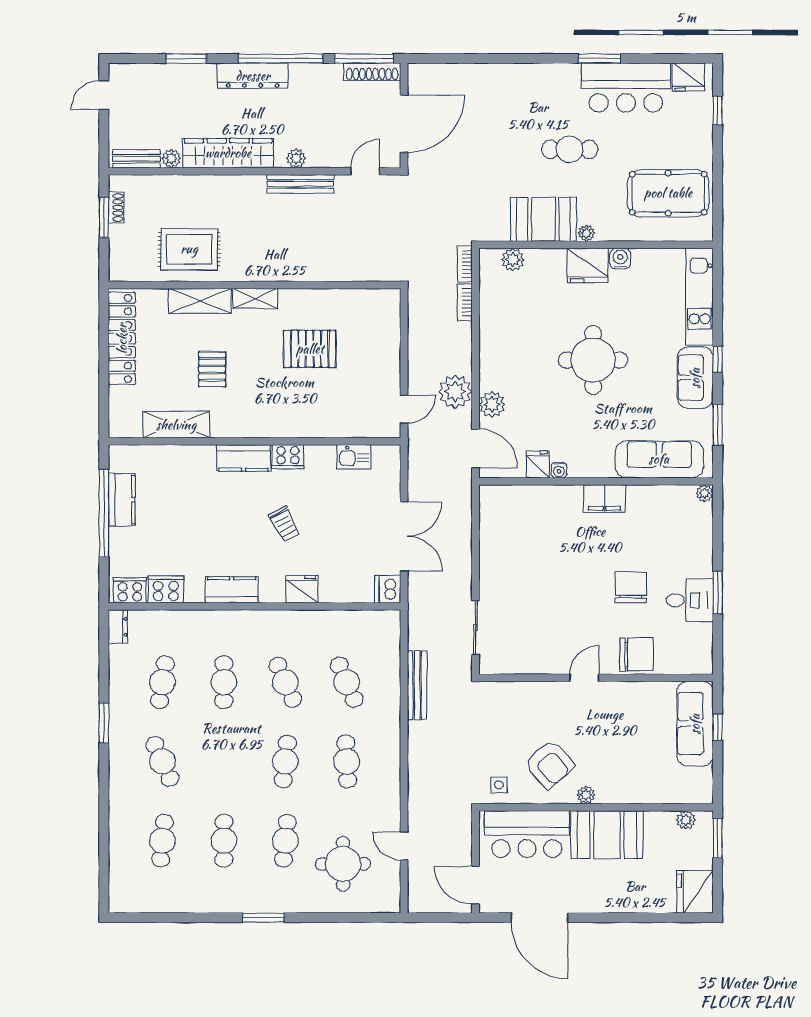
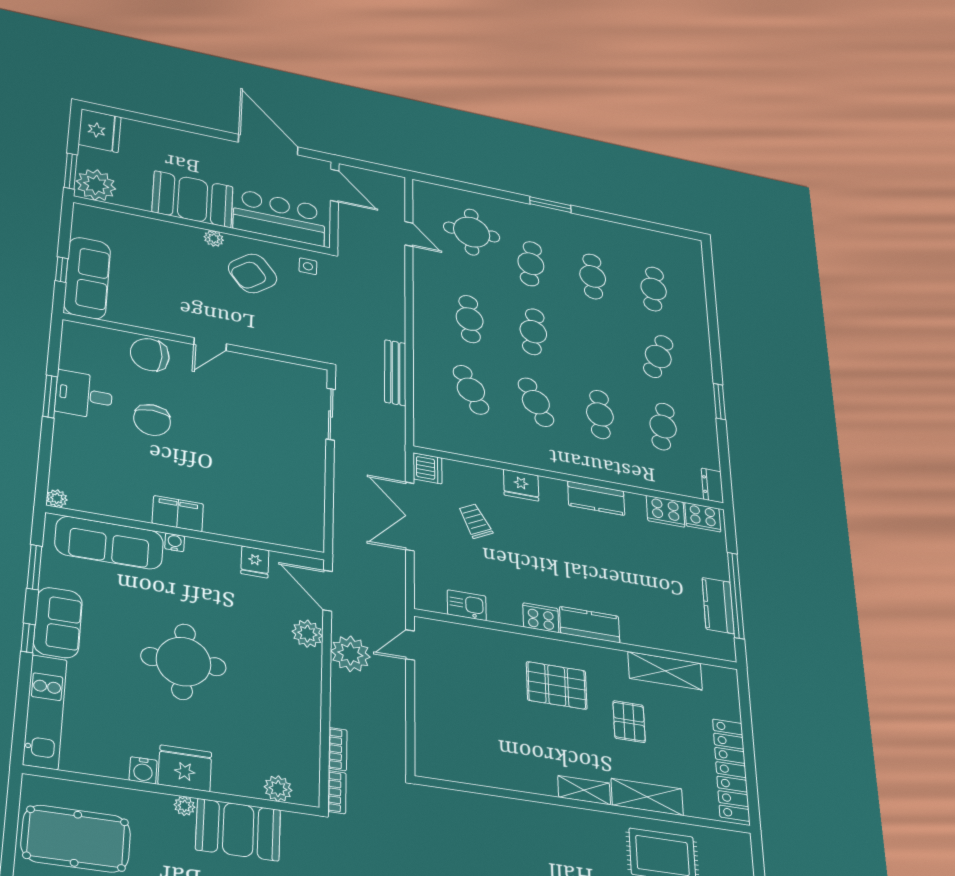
pallet: (310, 349) -> (557, 685), moved
water cooler: (559, 470) -> (175, 542), moved
trolley: (284, 524) -> (475, 521), moved
cafe table: (162, 761) -> (658, 356), turned 45
armchair: (549, 764) -> (253, 273), turned -86
plant: (686, 820) -> (96, 185), width x1.88, depth x1.88

